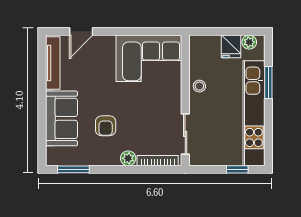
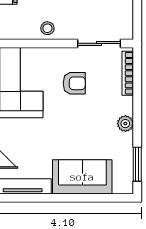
armchair: (106, 126) -> (74, 83), moved
plant: (128, 158) -> (125, 124), moved

